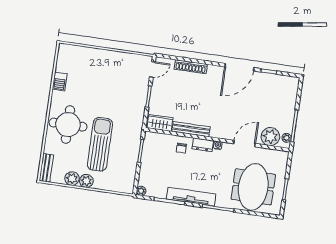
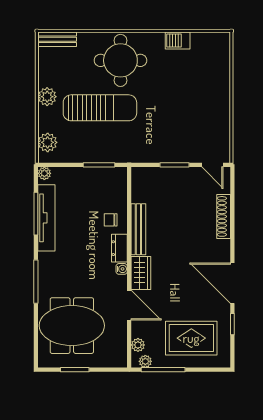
rug: (275, 102) -> (191, 338), added
wardrobe: (160, 123) -> (141, 273), moved
plant: (270, 137) -> (138, 345), width x0.53, depth x0.53
plant: (72, 179) -> (48, 142), moved
tv unit: (191, 197) -> (46, 218), moved

